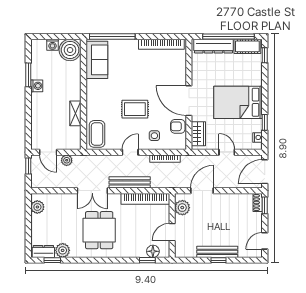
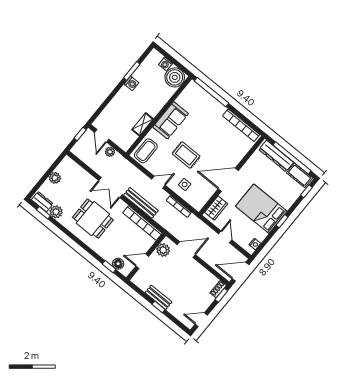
sofa: (97, 60) -> (171, 120), moved
door: (189, 101) -> (228, 180), hinge flipped
window: (265, 122) -> (282, 221), moved
armchair: (178, 126) -> (206, 191), removed
plant: (37, 207) -> (55, 178), moved
dining table: (99, 230) -> (93, 219), turned 90
bench: (217, 252) -> (158, 297), width x0.73

